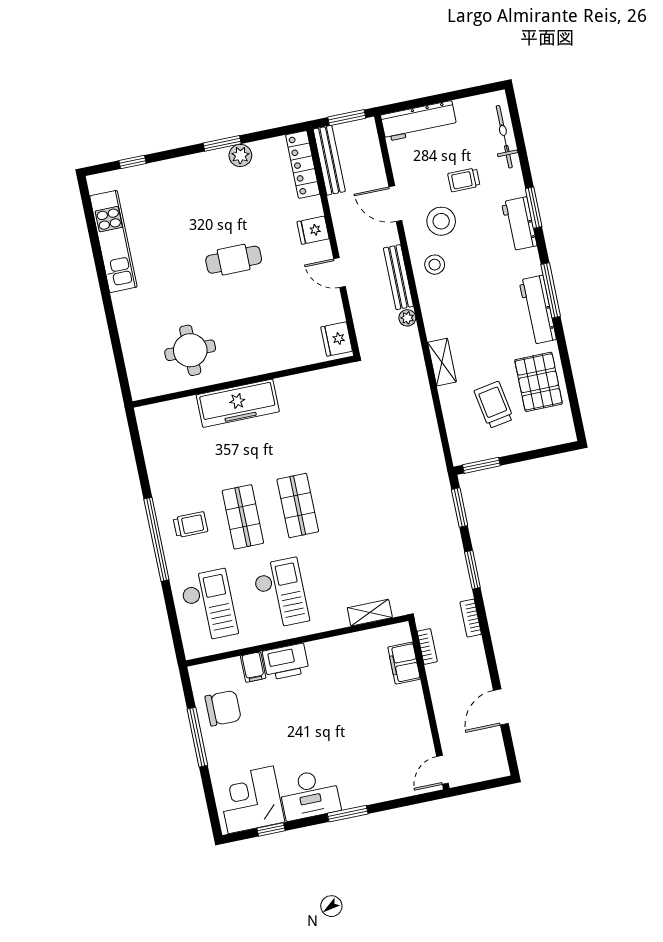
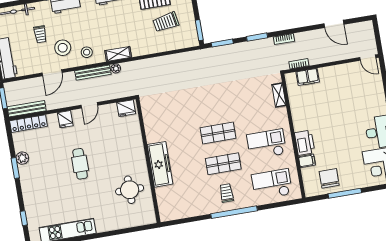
shelving: (442, 362) -> (118, 54), moved

